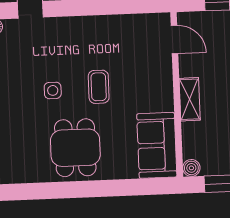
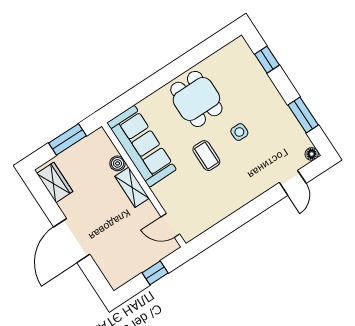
sofa: (157, 145) -> (142, 146), width x1.36
boiler: (191, 168) -> (118, 163), moved

